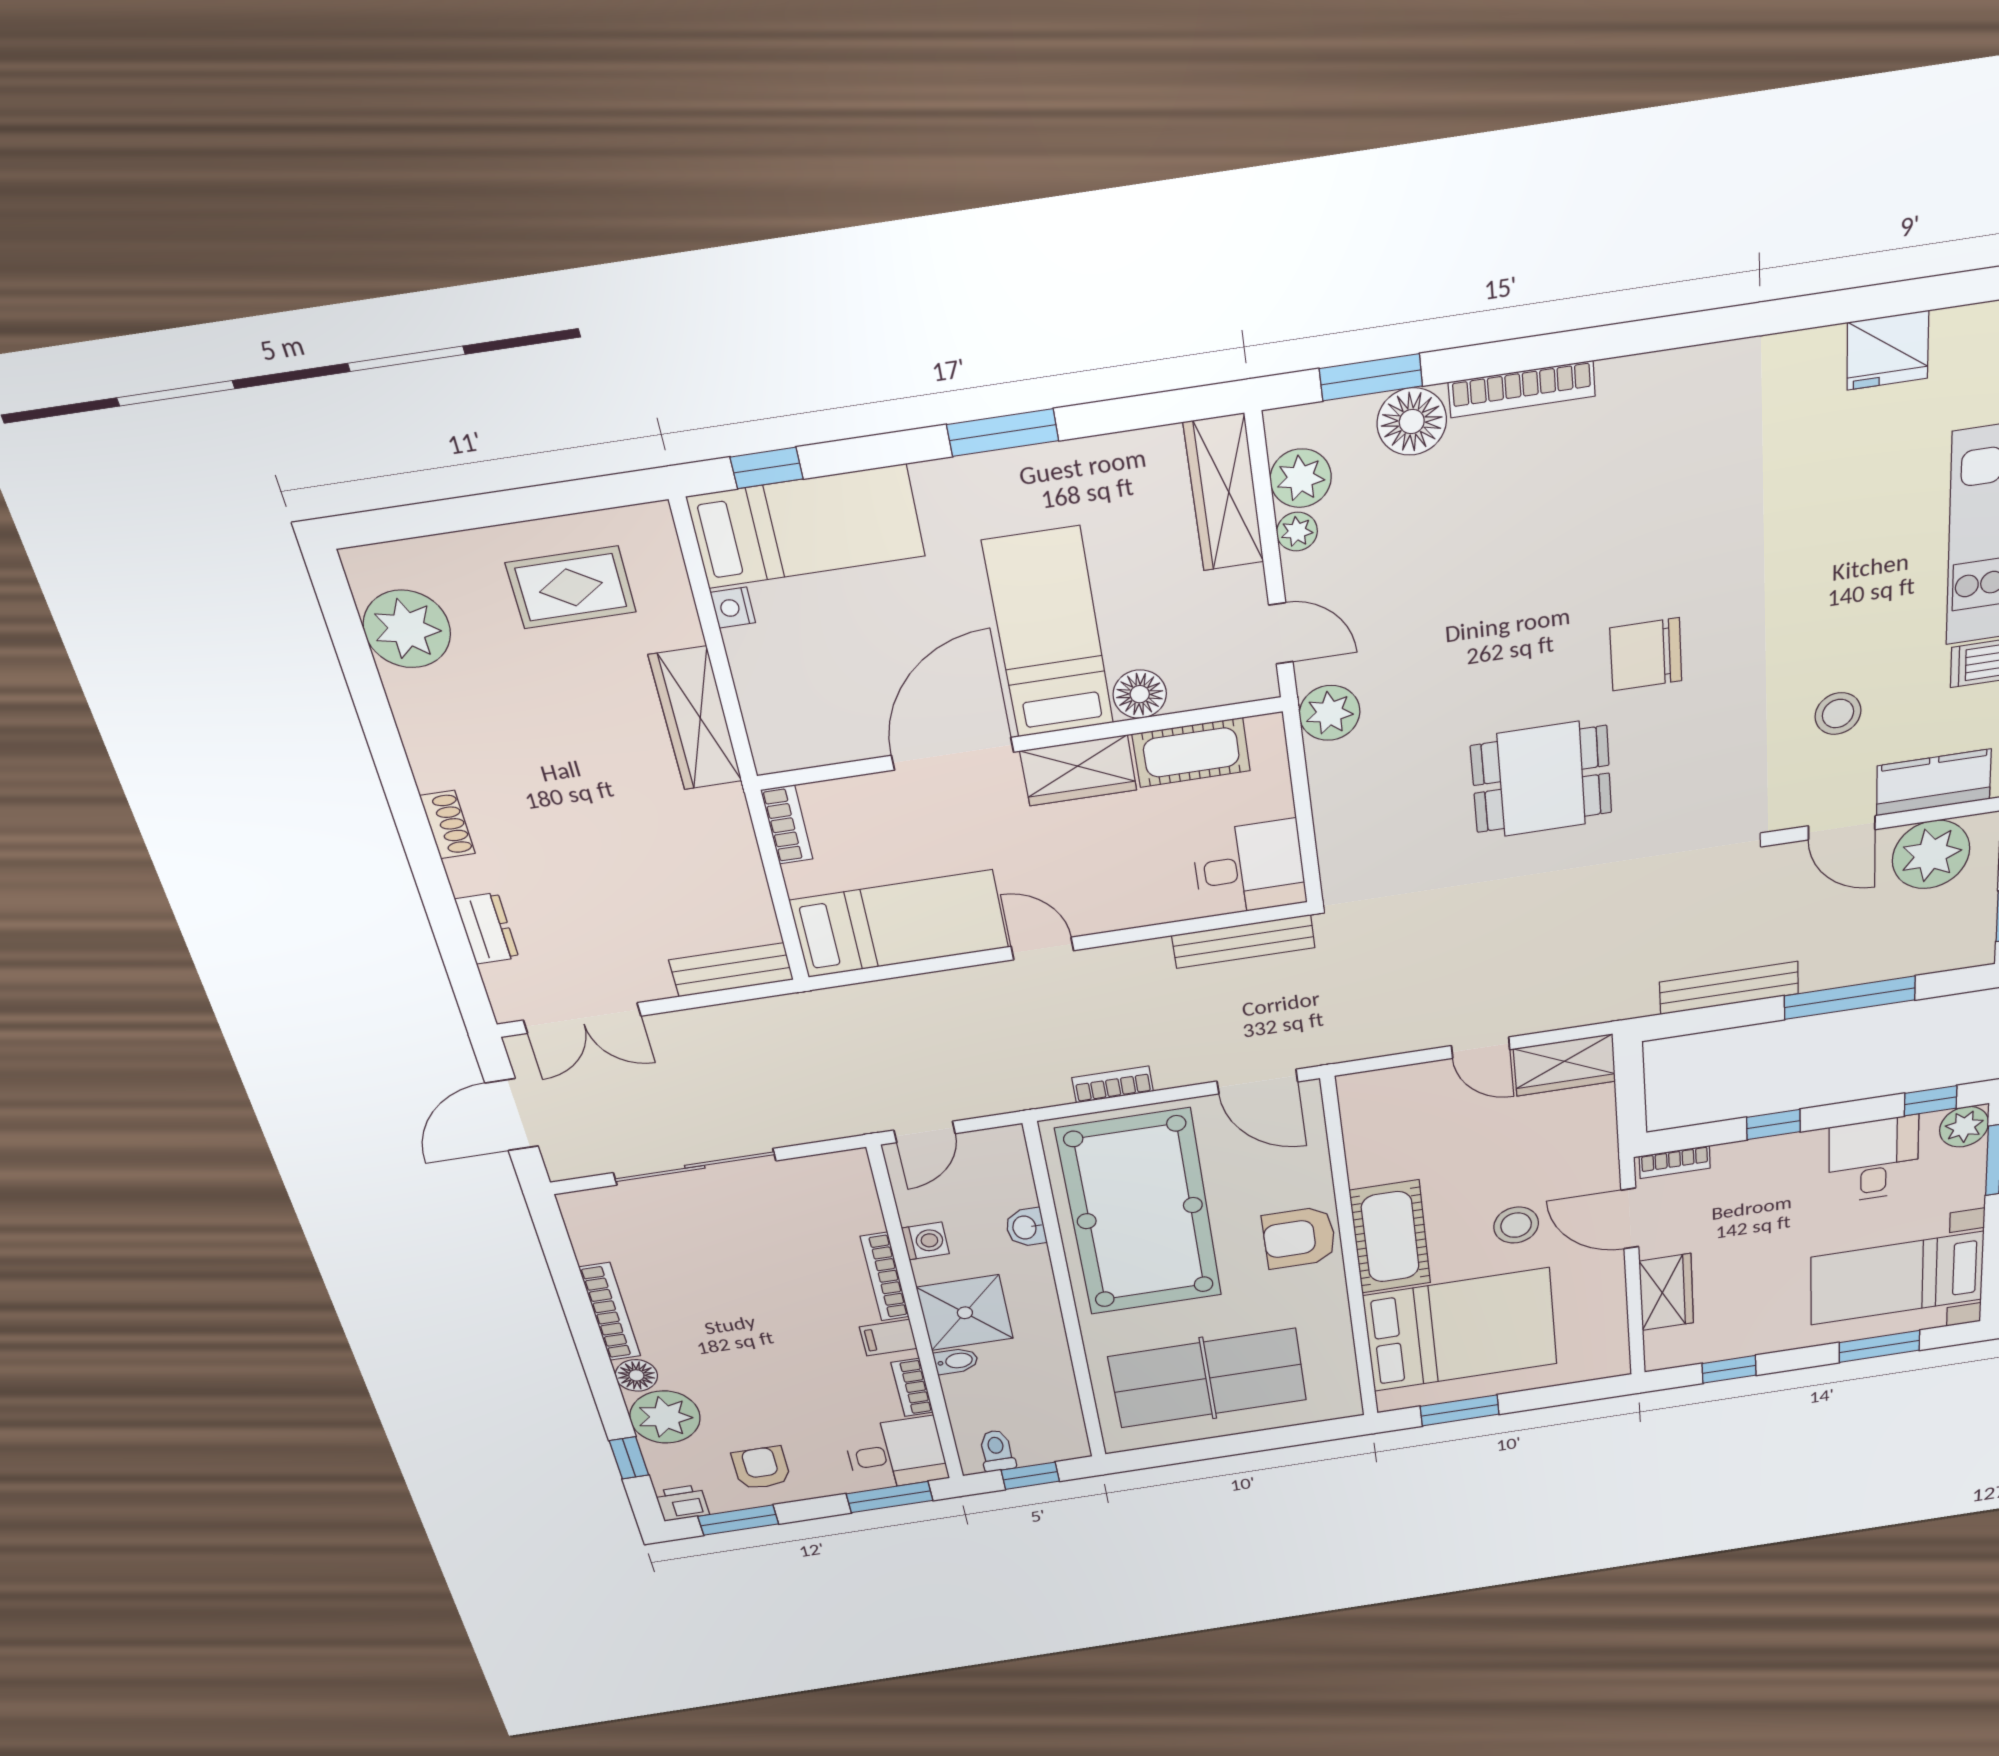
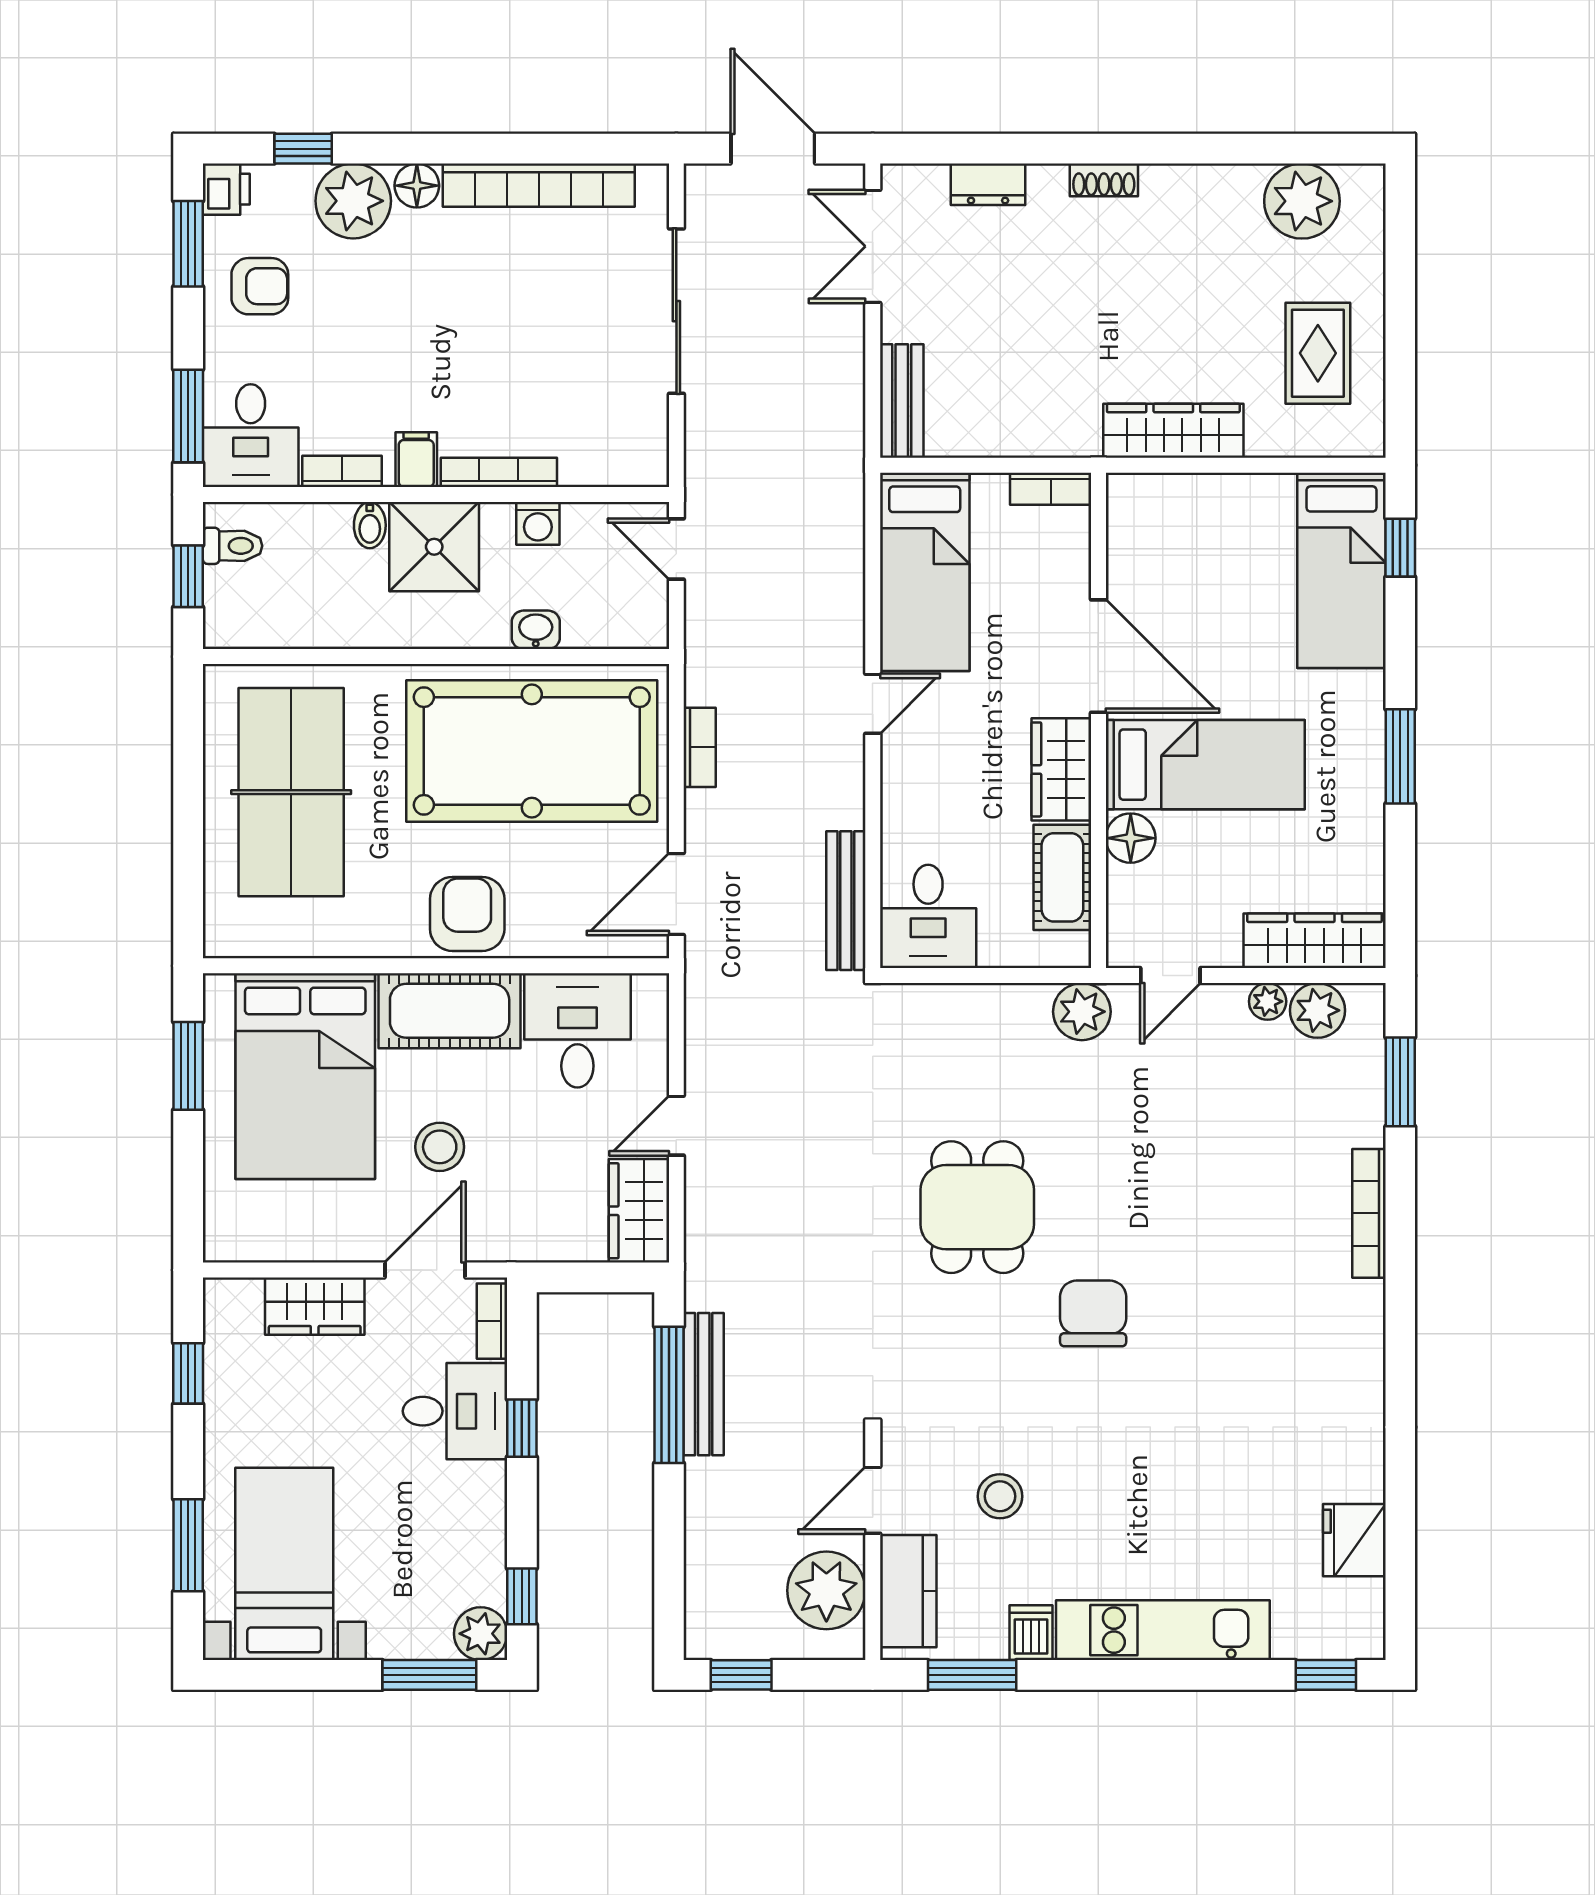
floor lamp: (1412, 422) -> (1355, 1114), removed
nightstand: (733, 608) -> (1276, 489), removed
window: (1850, 998) -> (669, 1395), moved
desk: (1398, 1139) -> (577, 1030), added
desk: (1874, 1160) -> (455, 1411), moved
bookcase: (610, 1312) -> (539, 185), width x1.48, depth x1.31

